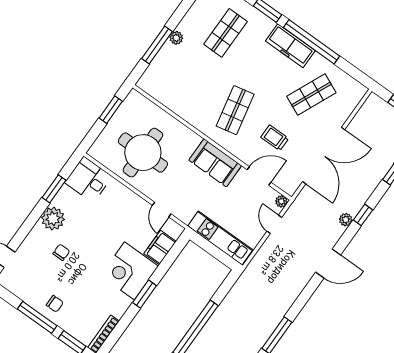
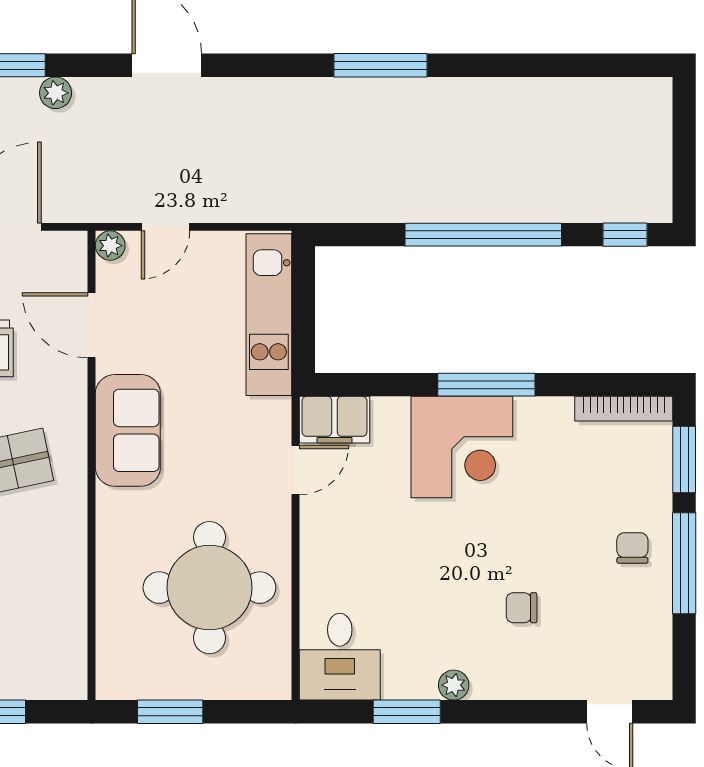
plant: (53, 219) -> (454, 685), width x0.53, depth x0.53
filing cabinet: (160, 248) -> (334, 420), moved
window: (144, 294) -> (486, 385), width x1.44

